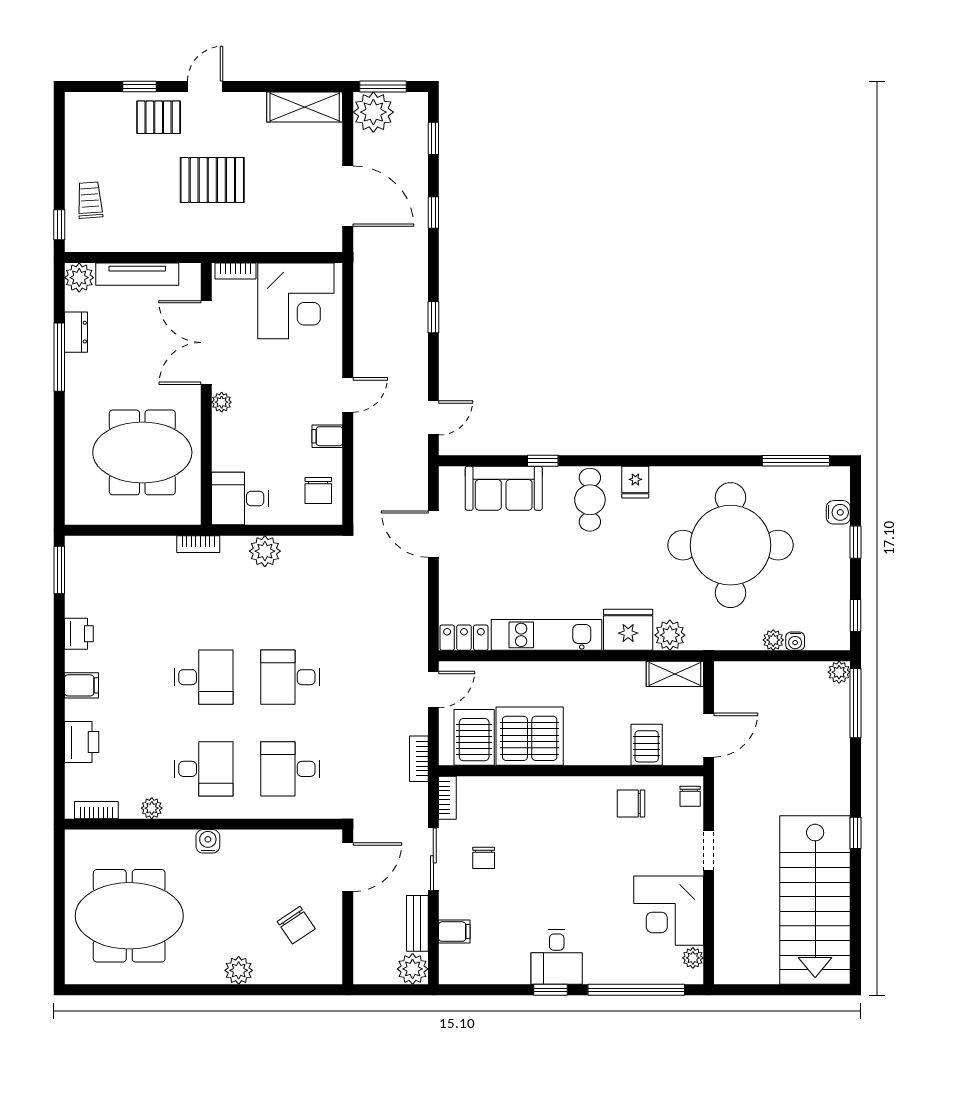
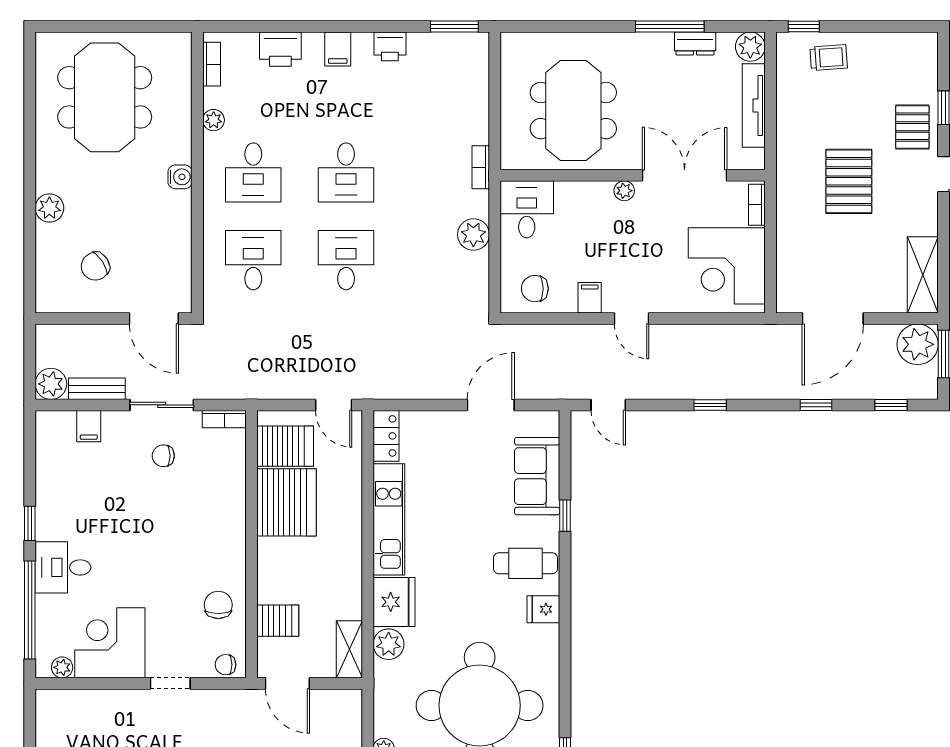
bookcase: (419, 759) -> (263, 390), removed
desk: (557, 957) -> (63, 567), moved

